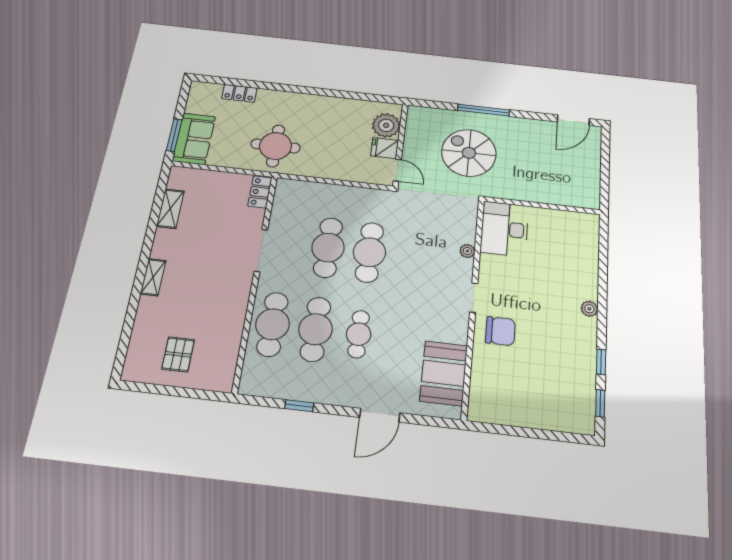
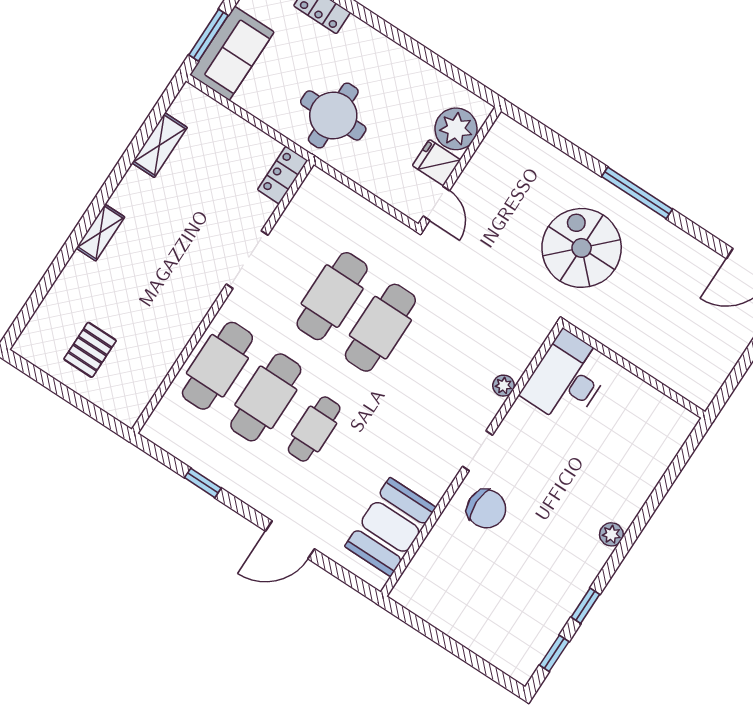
plant: (386, 125) -> (456, 129), moved
wall: (400, 145) -> (460, 168), moved
fridge: (385, 148) -> (436, 163), moved
door: (397, 170) -> (436, 203), moved

